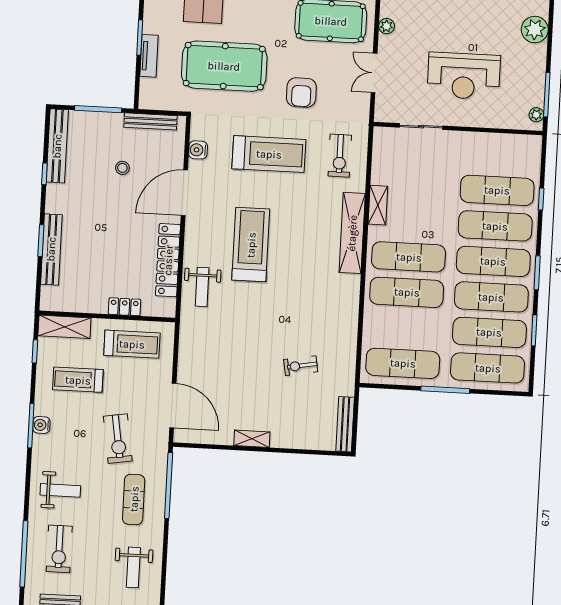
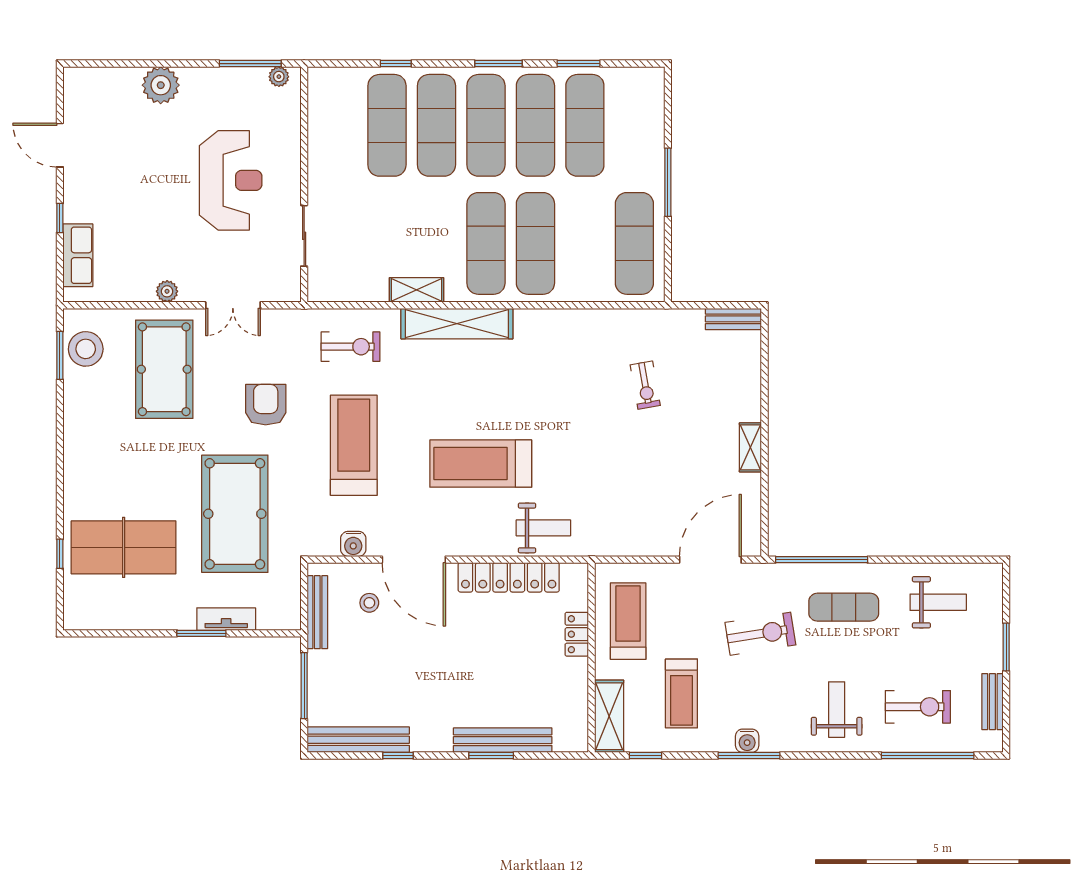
armchair: (301, 93) -> (266, 405), turned -90
stool: (122, 168) -> (369, 603), moved
exercise mat: (488, 368) -> (634, 125), removed
bench: (345, 424) -> (733, 319), width x0.73

